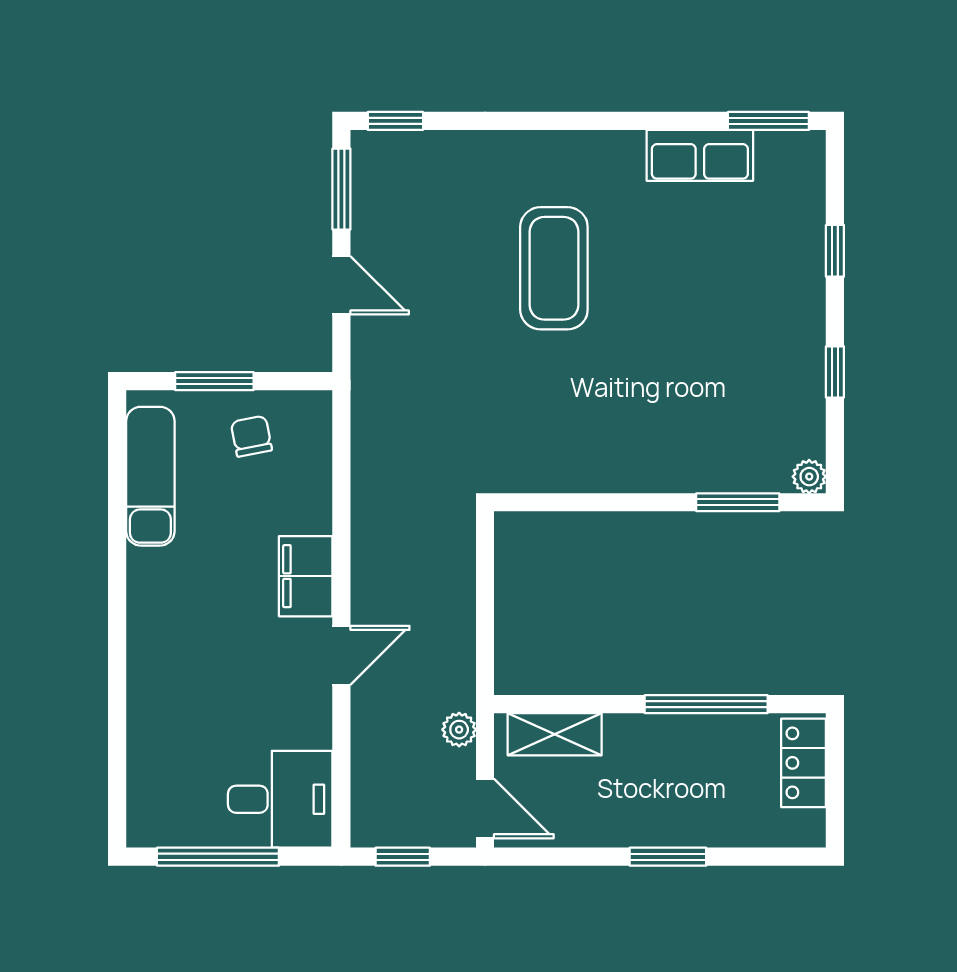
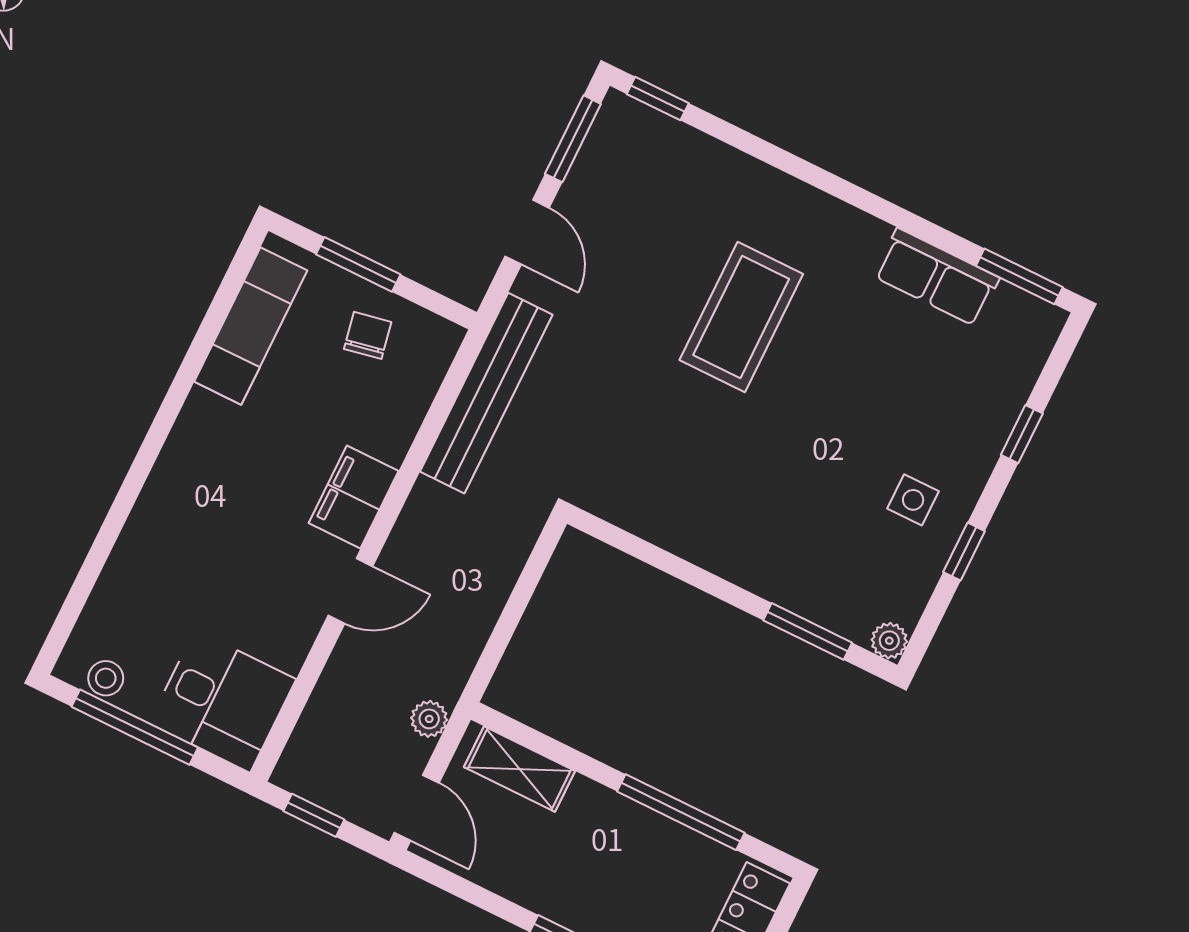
side table: (771, 350) -> (913, 500), added
bench: (373, 436) -> (486, 393), added
stool: (174, 828) -> (106, 678), added

